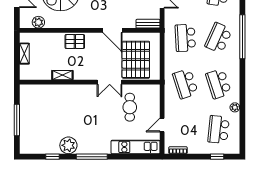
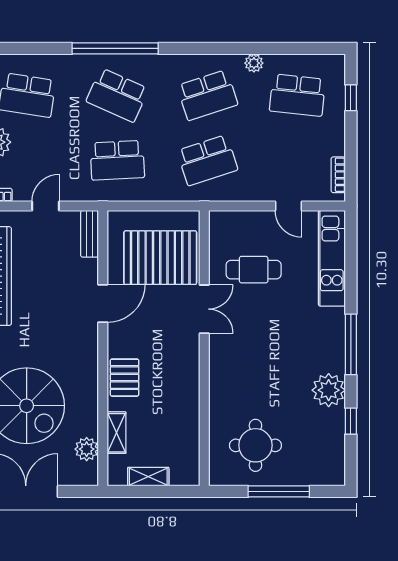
shelving: (62, 75) -> (117, 433), moved
round table: (40, 108) -> (255, 445), added

